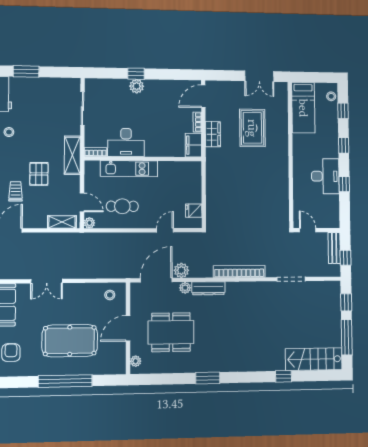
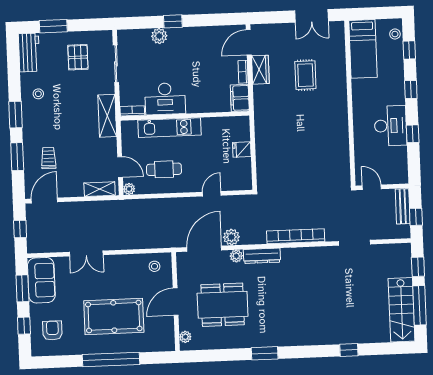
plant: (137, 86) -> (159, 36), moved
rug: (252, 128) -> (305, 75), width x0.73, depth x0.70
wardrobe: (213, 134) -> (260, 70), moved
pallet: (39, 174) -> (78, 57), moved
fridge: (194, 211) -> (242, 150), moved
stairs: (314, 359) -> (402, 310), moved, turned -90

